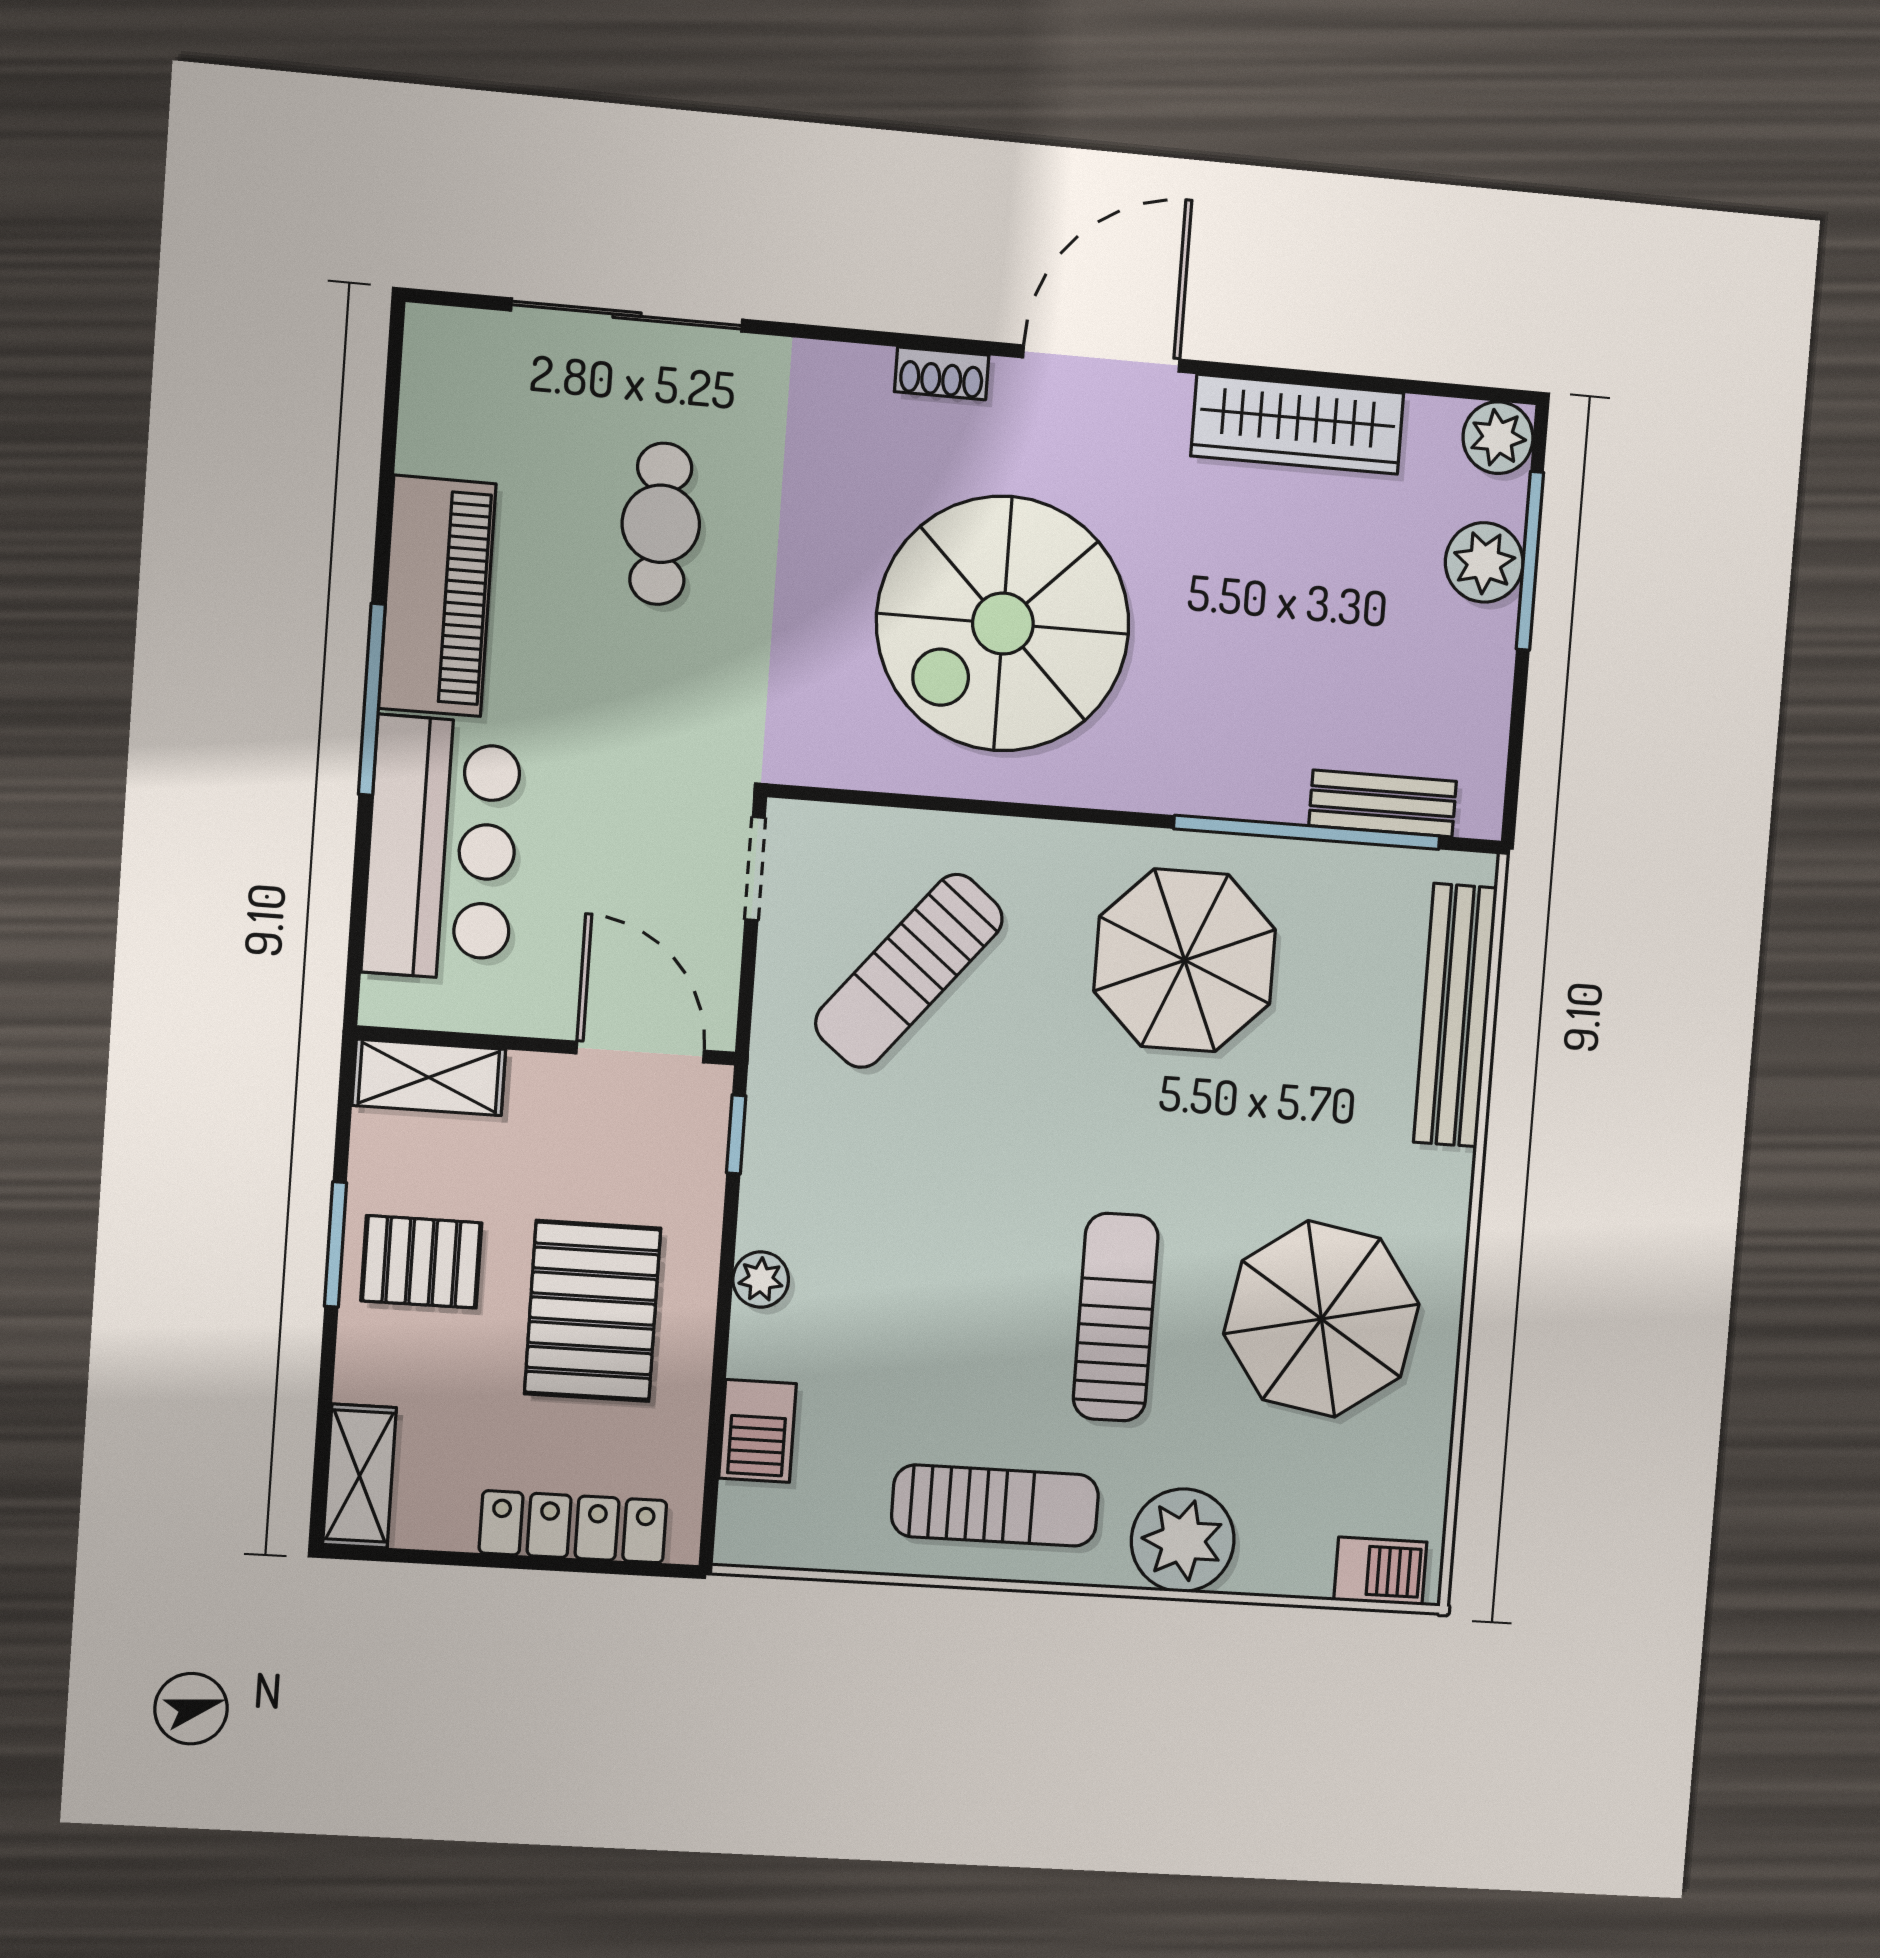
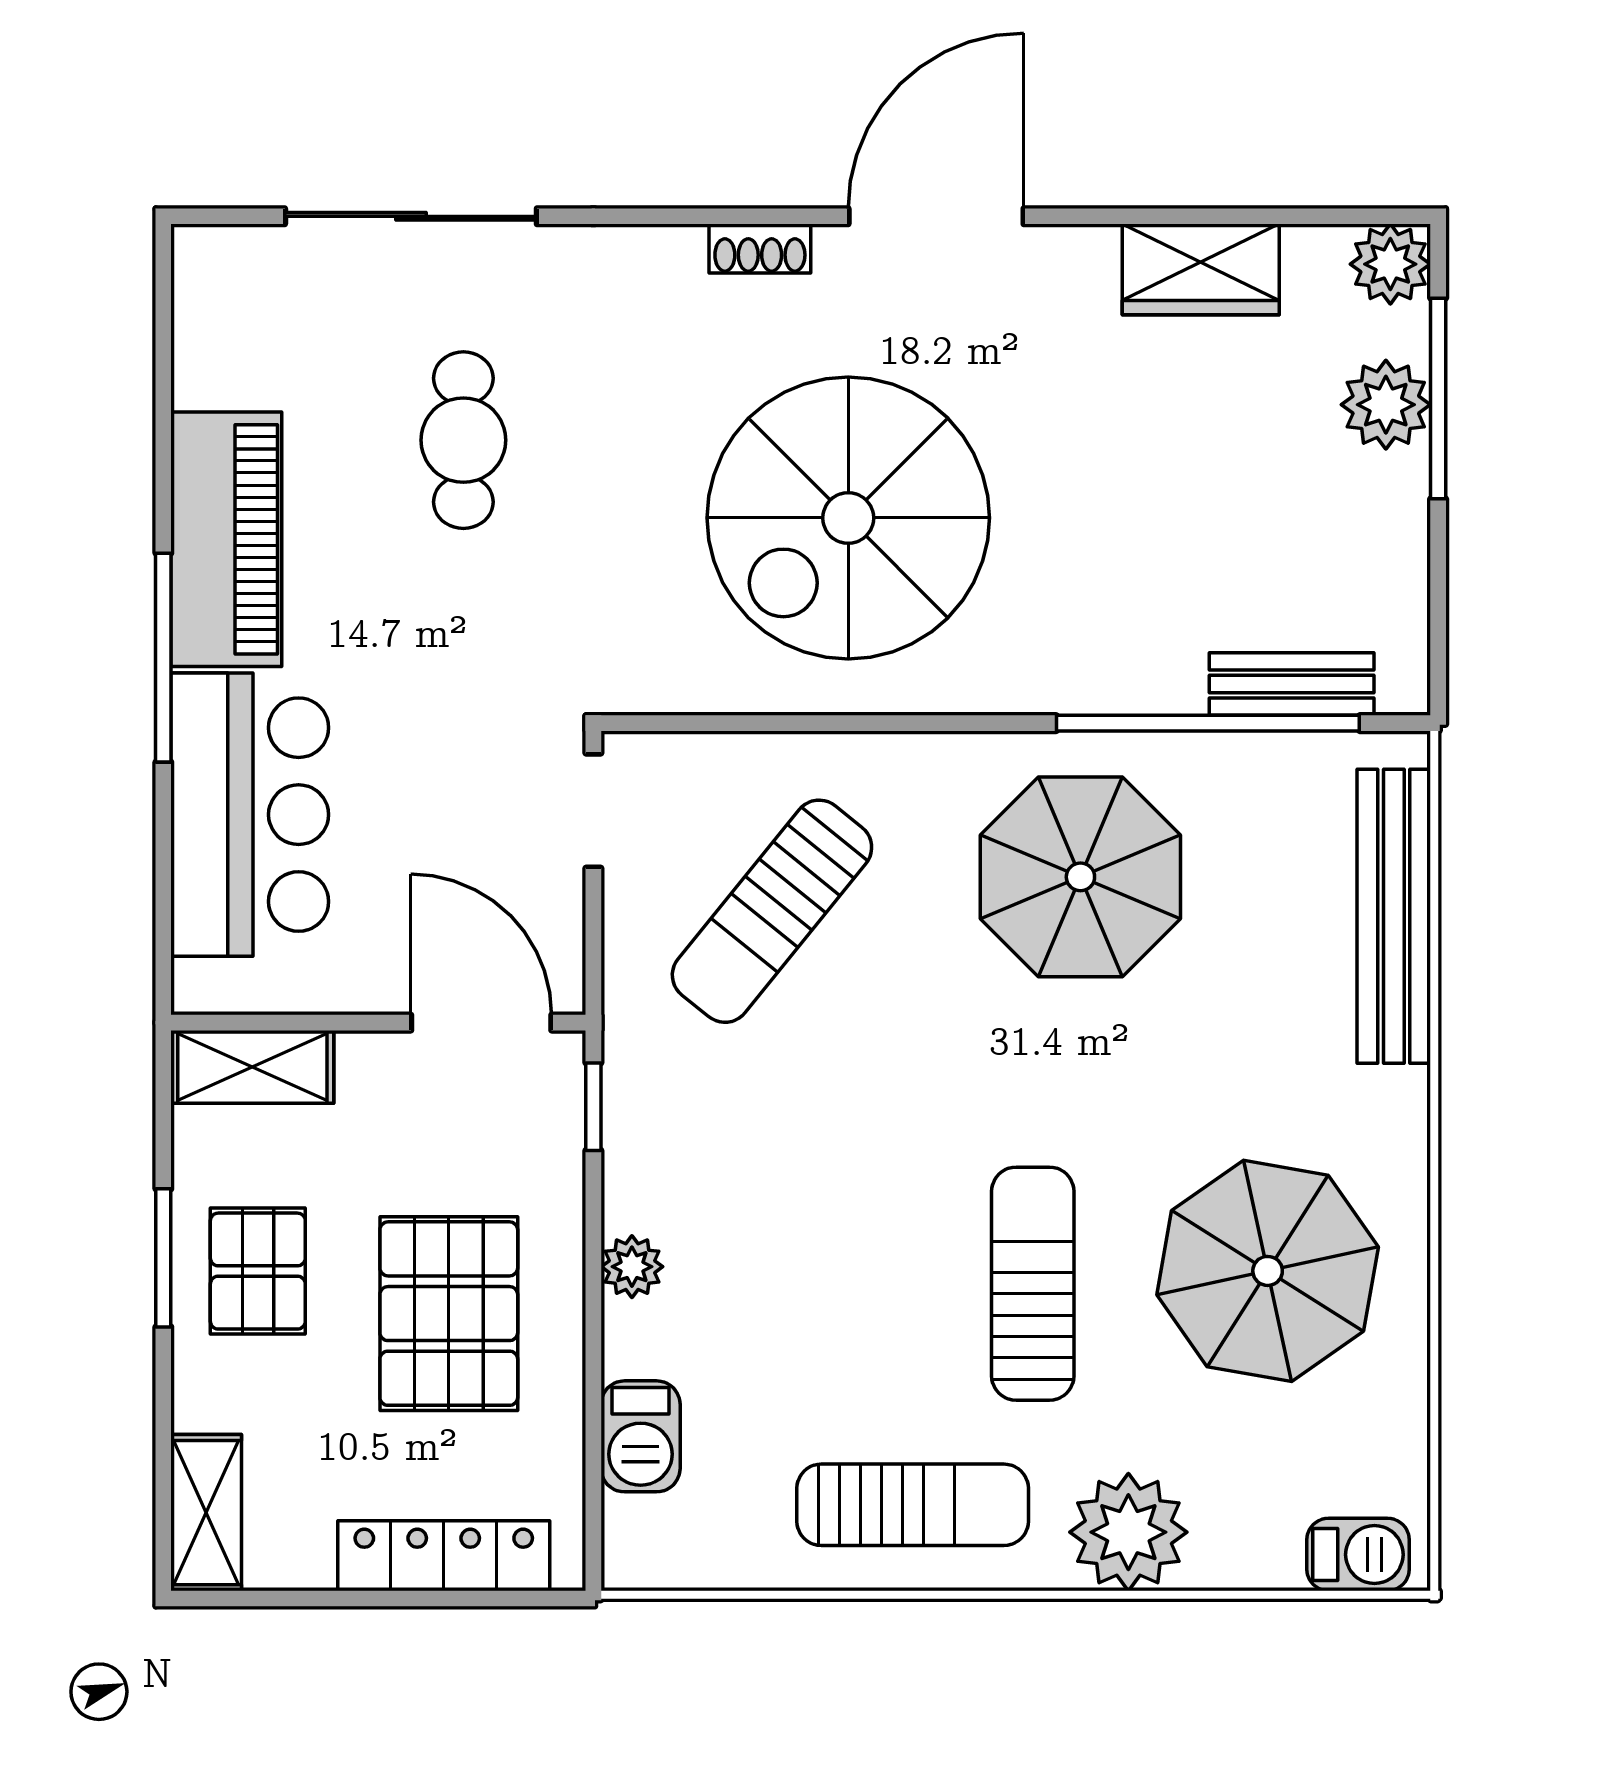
wardrobe: (1297, 424) -> (1201, 269), width x0.67
pallet: (421, 1262) -> (258, 1271), turned 90

